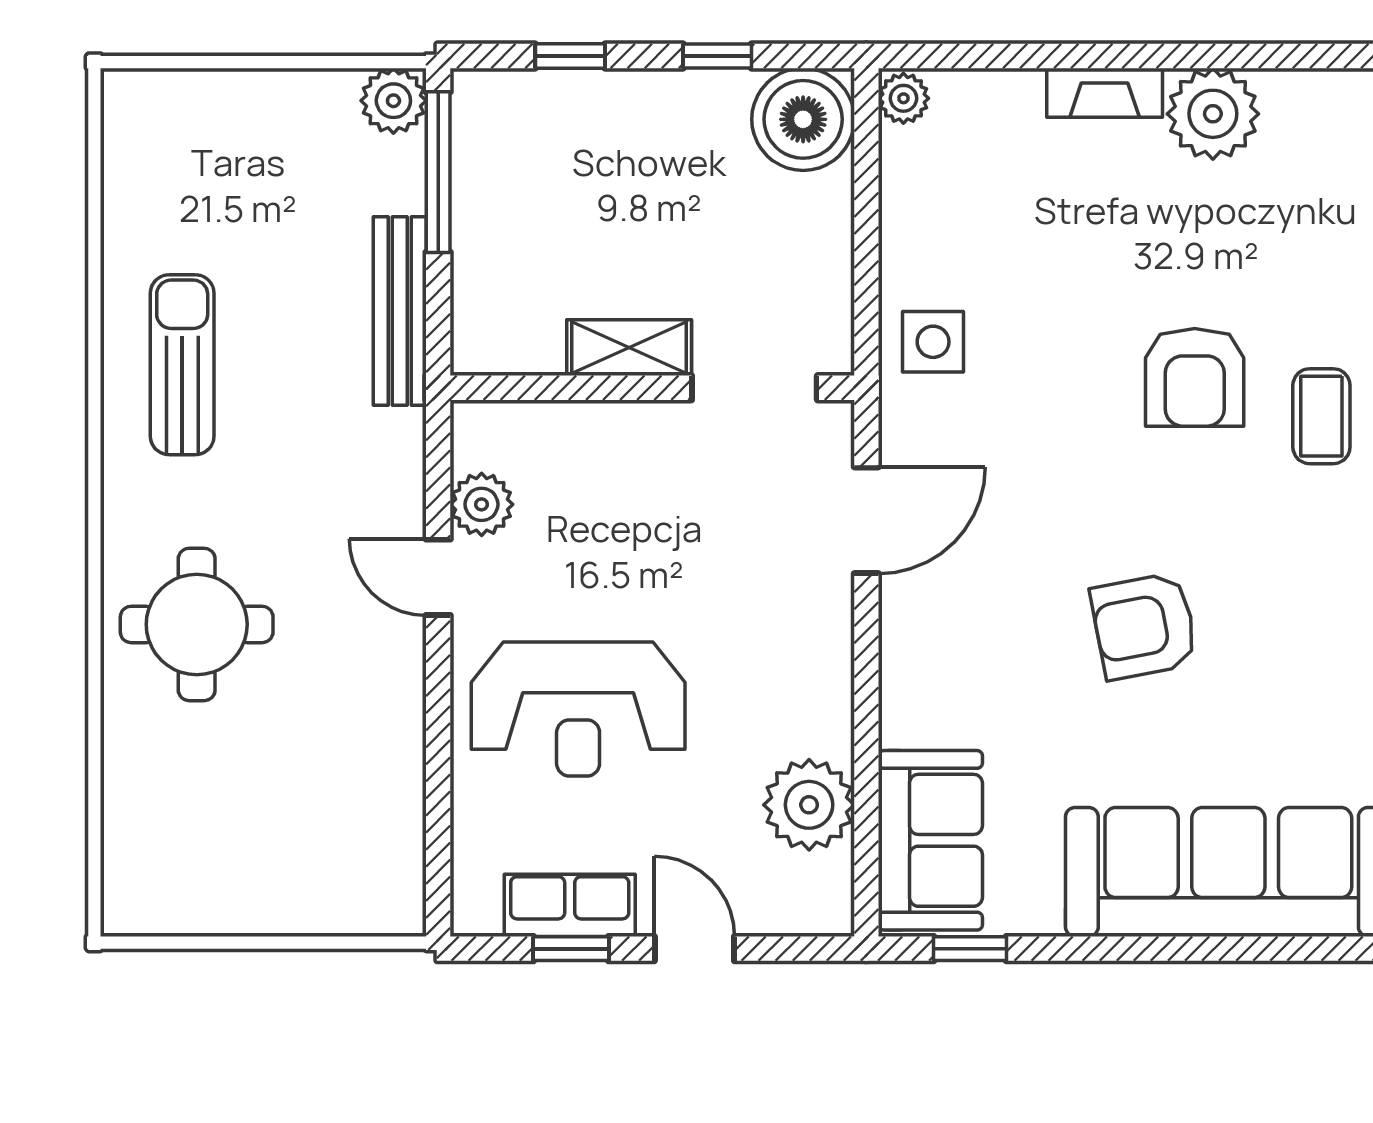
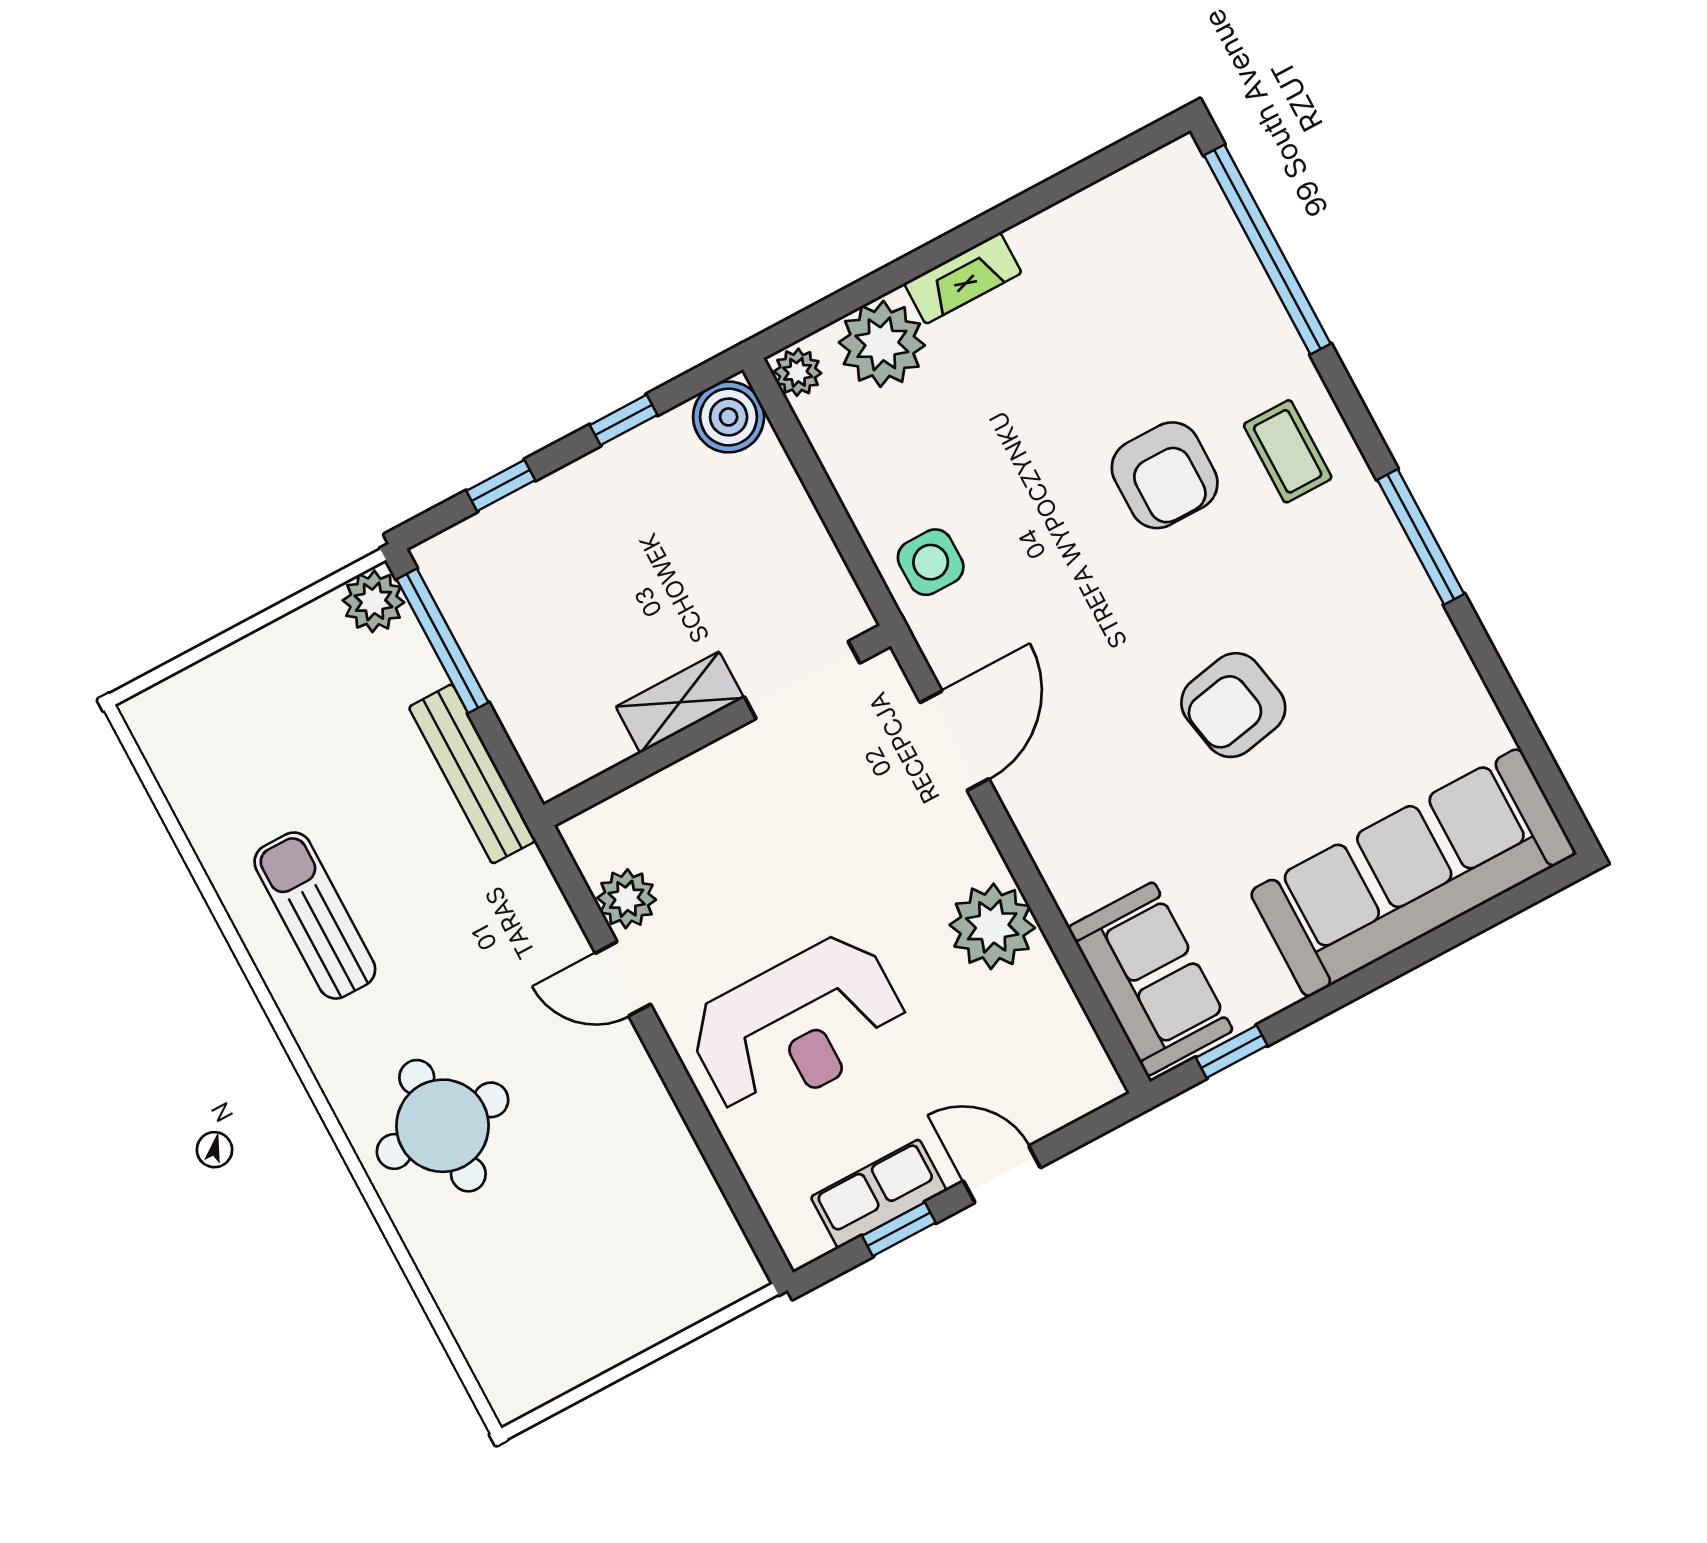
plant: (1213, 114) -> (882, 344), moved
boiler: (803, 119) -> (729, 417), width x0.73, depth x0.73
plant: (809, 805) -> (992, 926), moved

